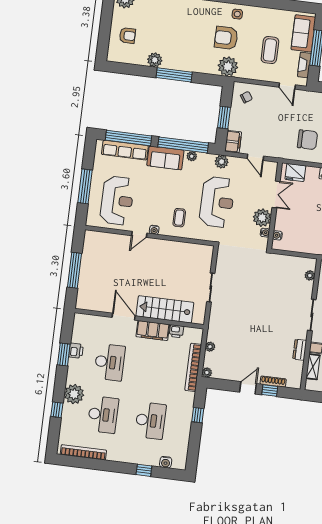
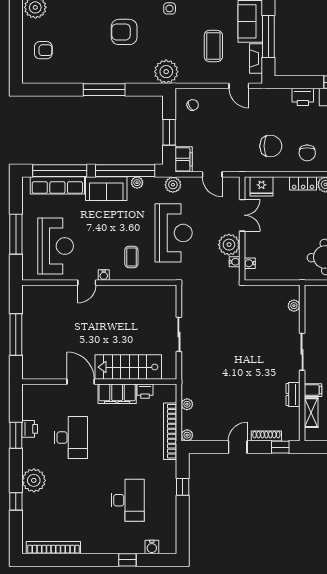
armchair: (226, 38) -> (124, 32), moved
plant: (155, 60) -> (79, 75), removed
window: (270, 391) -> (280, 447), moved
desk: (103, 415) -> (71, 500), removed

